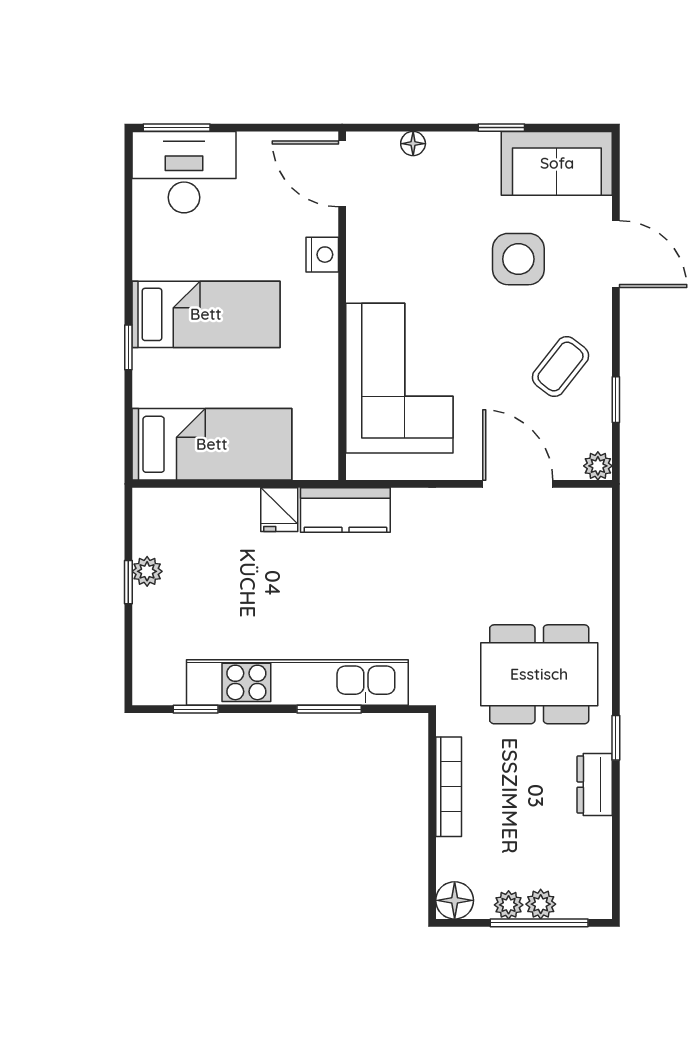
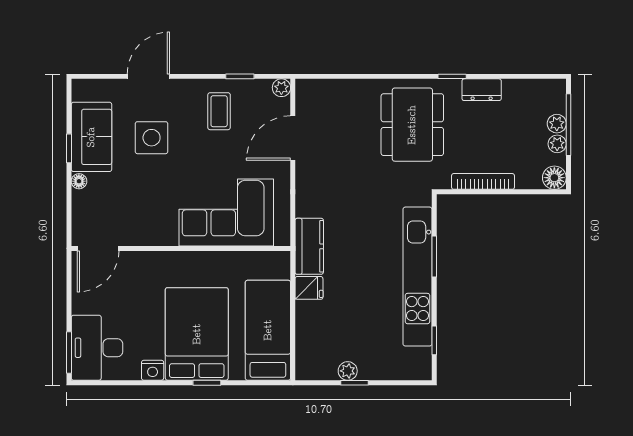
floor lamp: (413, 144) -> (79, 181), moved
sofa: (557, 163) -> (91, 137), moved
nightstand: (322, 255) -> (153, 370), moved, turned 180
bed: (206, 314) -> (197, 334), width x1.50
coffee table: (561, 366) -> (219, 111), turned 52

